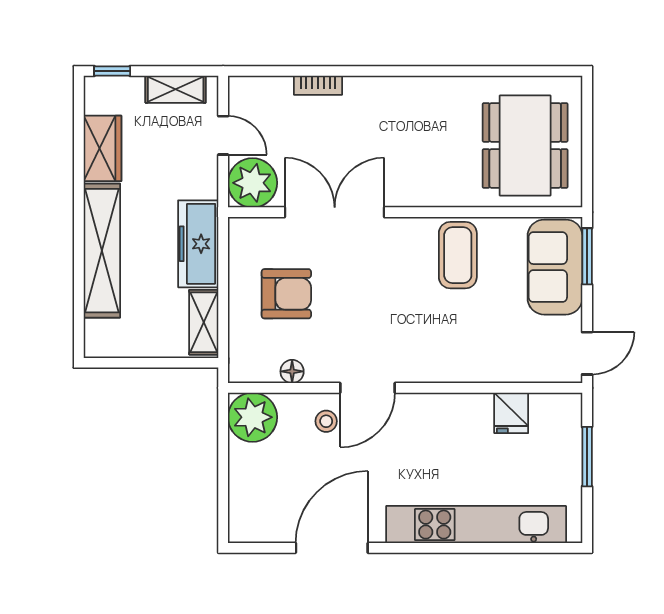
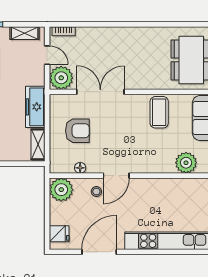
bookcase: (318, 85) -> (64, 31), moved
plant: (514, 361) -> (186, 163), added
fridge: (511, 413) -> (59, 234), moved, turned -90

